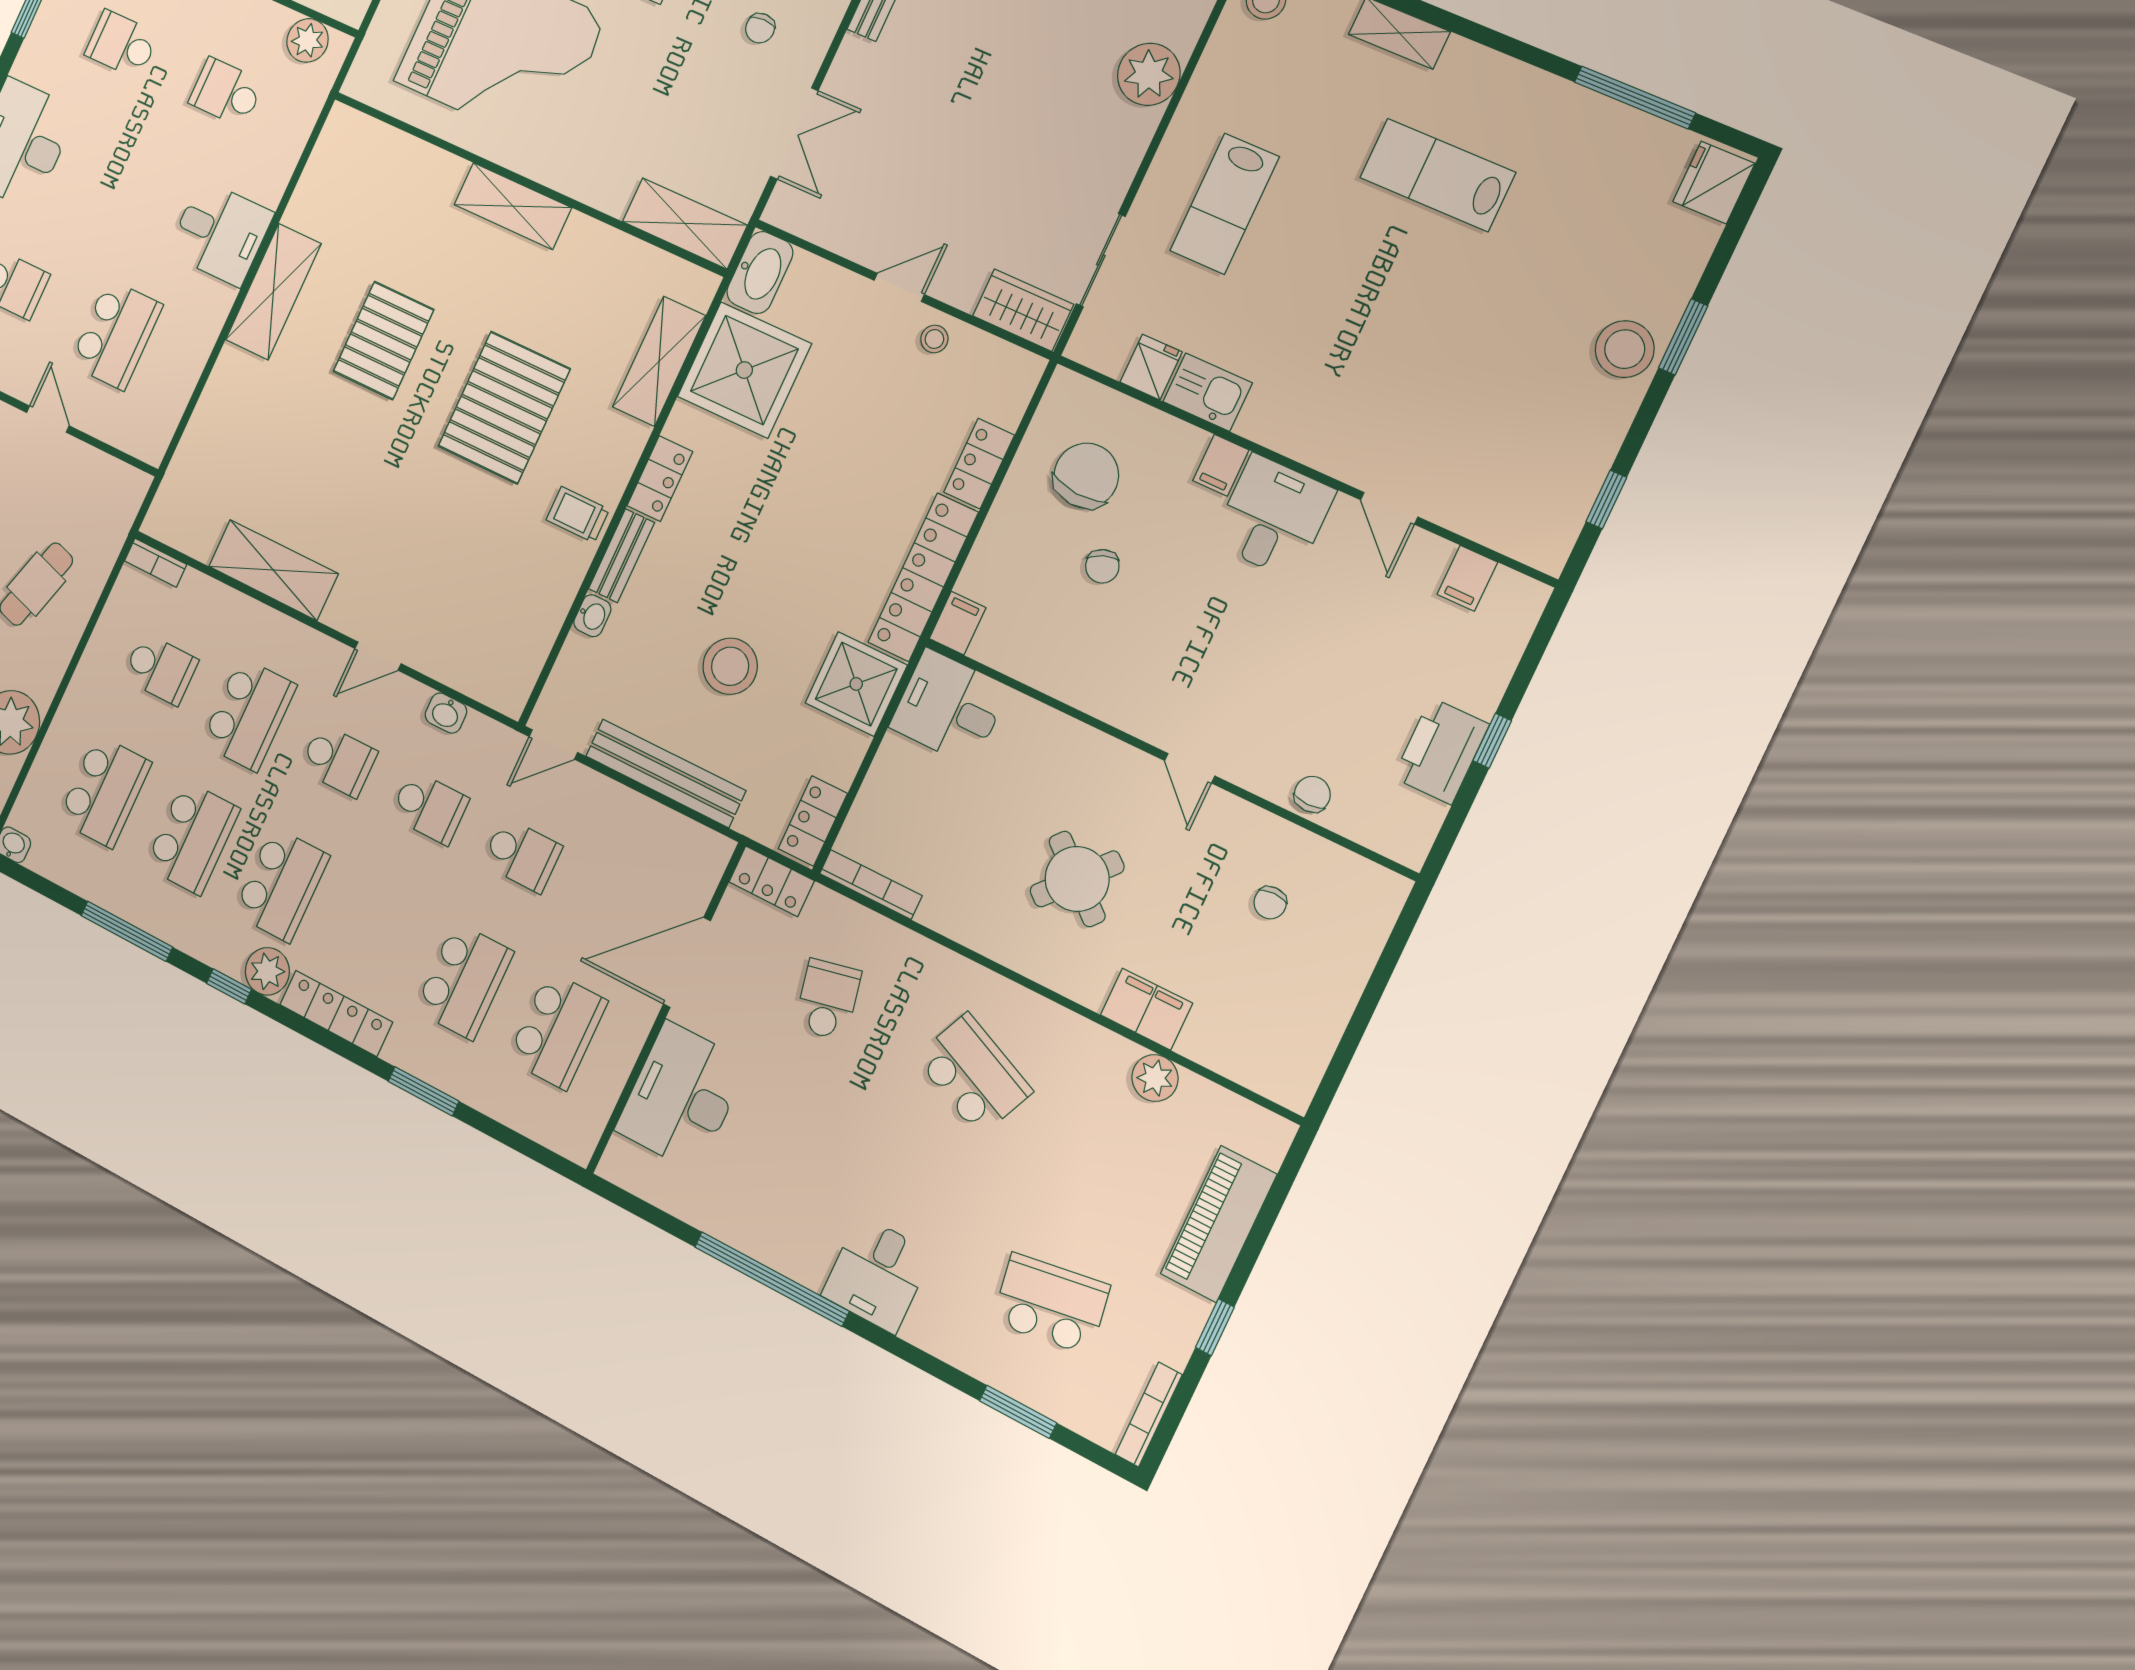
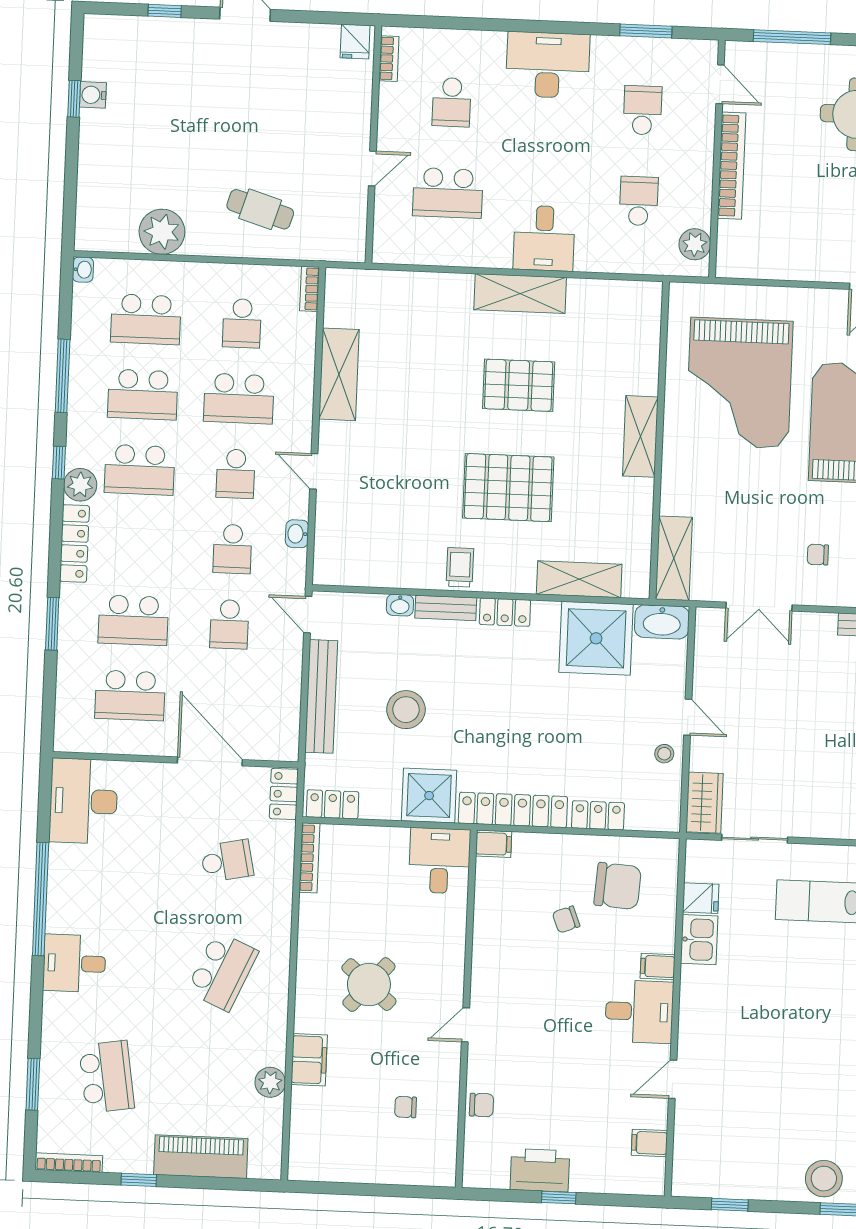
desk: (682, 1097) -> (84, 801), moved, turned -90

